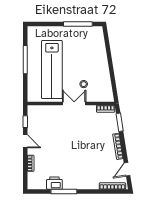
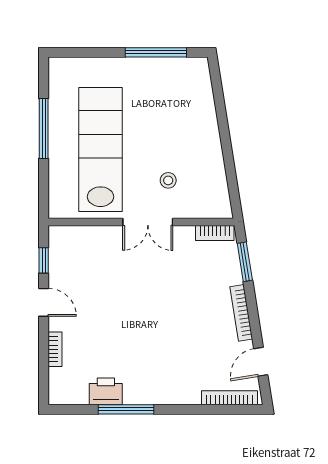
lab bench: (52, 70) -> (100, 149), turned 180
double door: (74, 104) -> (148, 222), swing flipped

